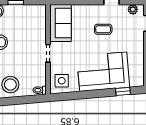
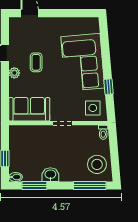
plant: (133, 9) -> (14, 73), moved
window: (123, 91) -> (108, 87), moved

